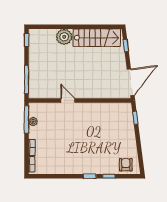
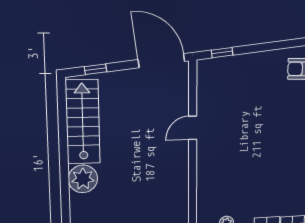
door: (68, 100) -> (193, 128), moved

